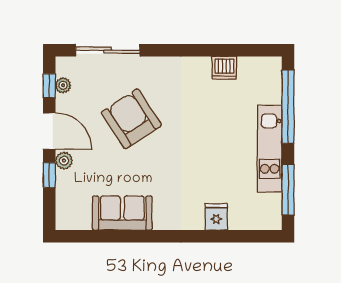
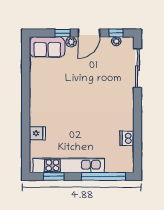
armchair: (131, 119) -> (96, 82), removed
kitchen unit: (270, 149) -> (69, 165), width x1.36
window: (288, 190) -> (54, 176), width x0.69
sofa: (122, 213) -> (47, 47), moved, turned 90

